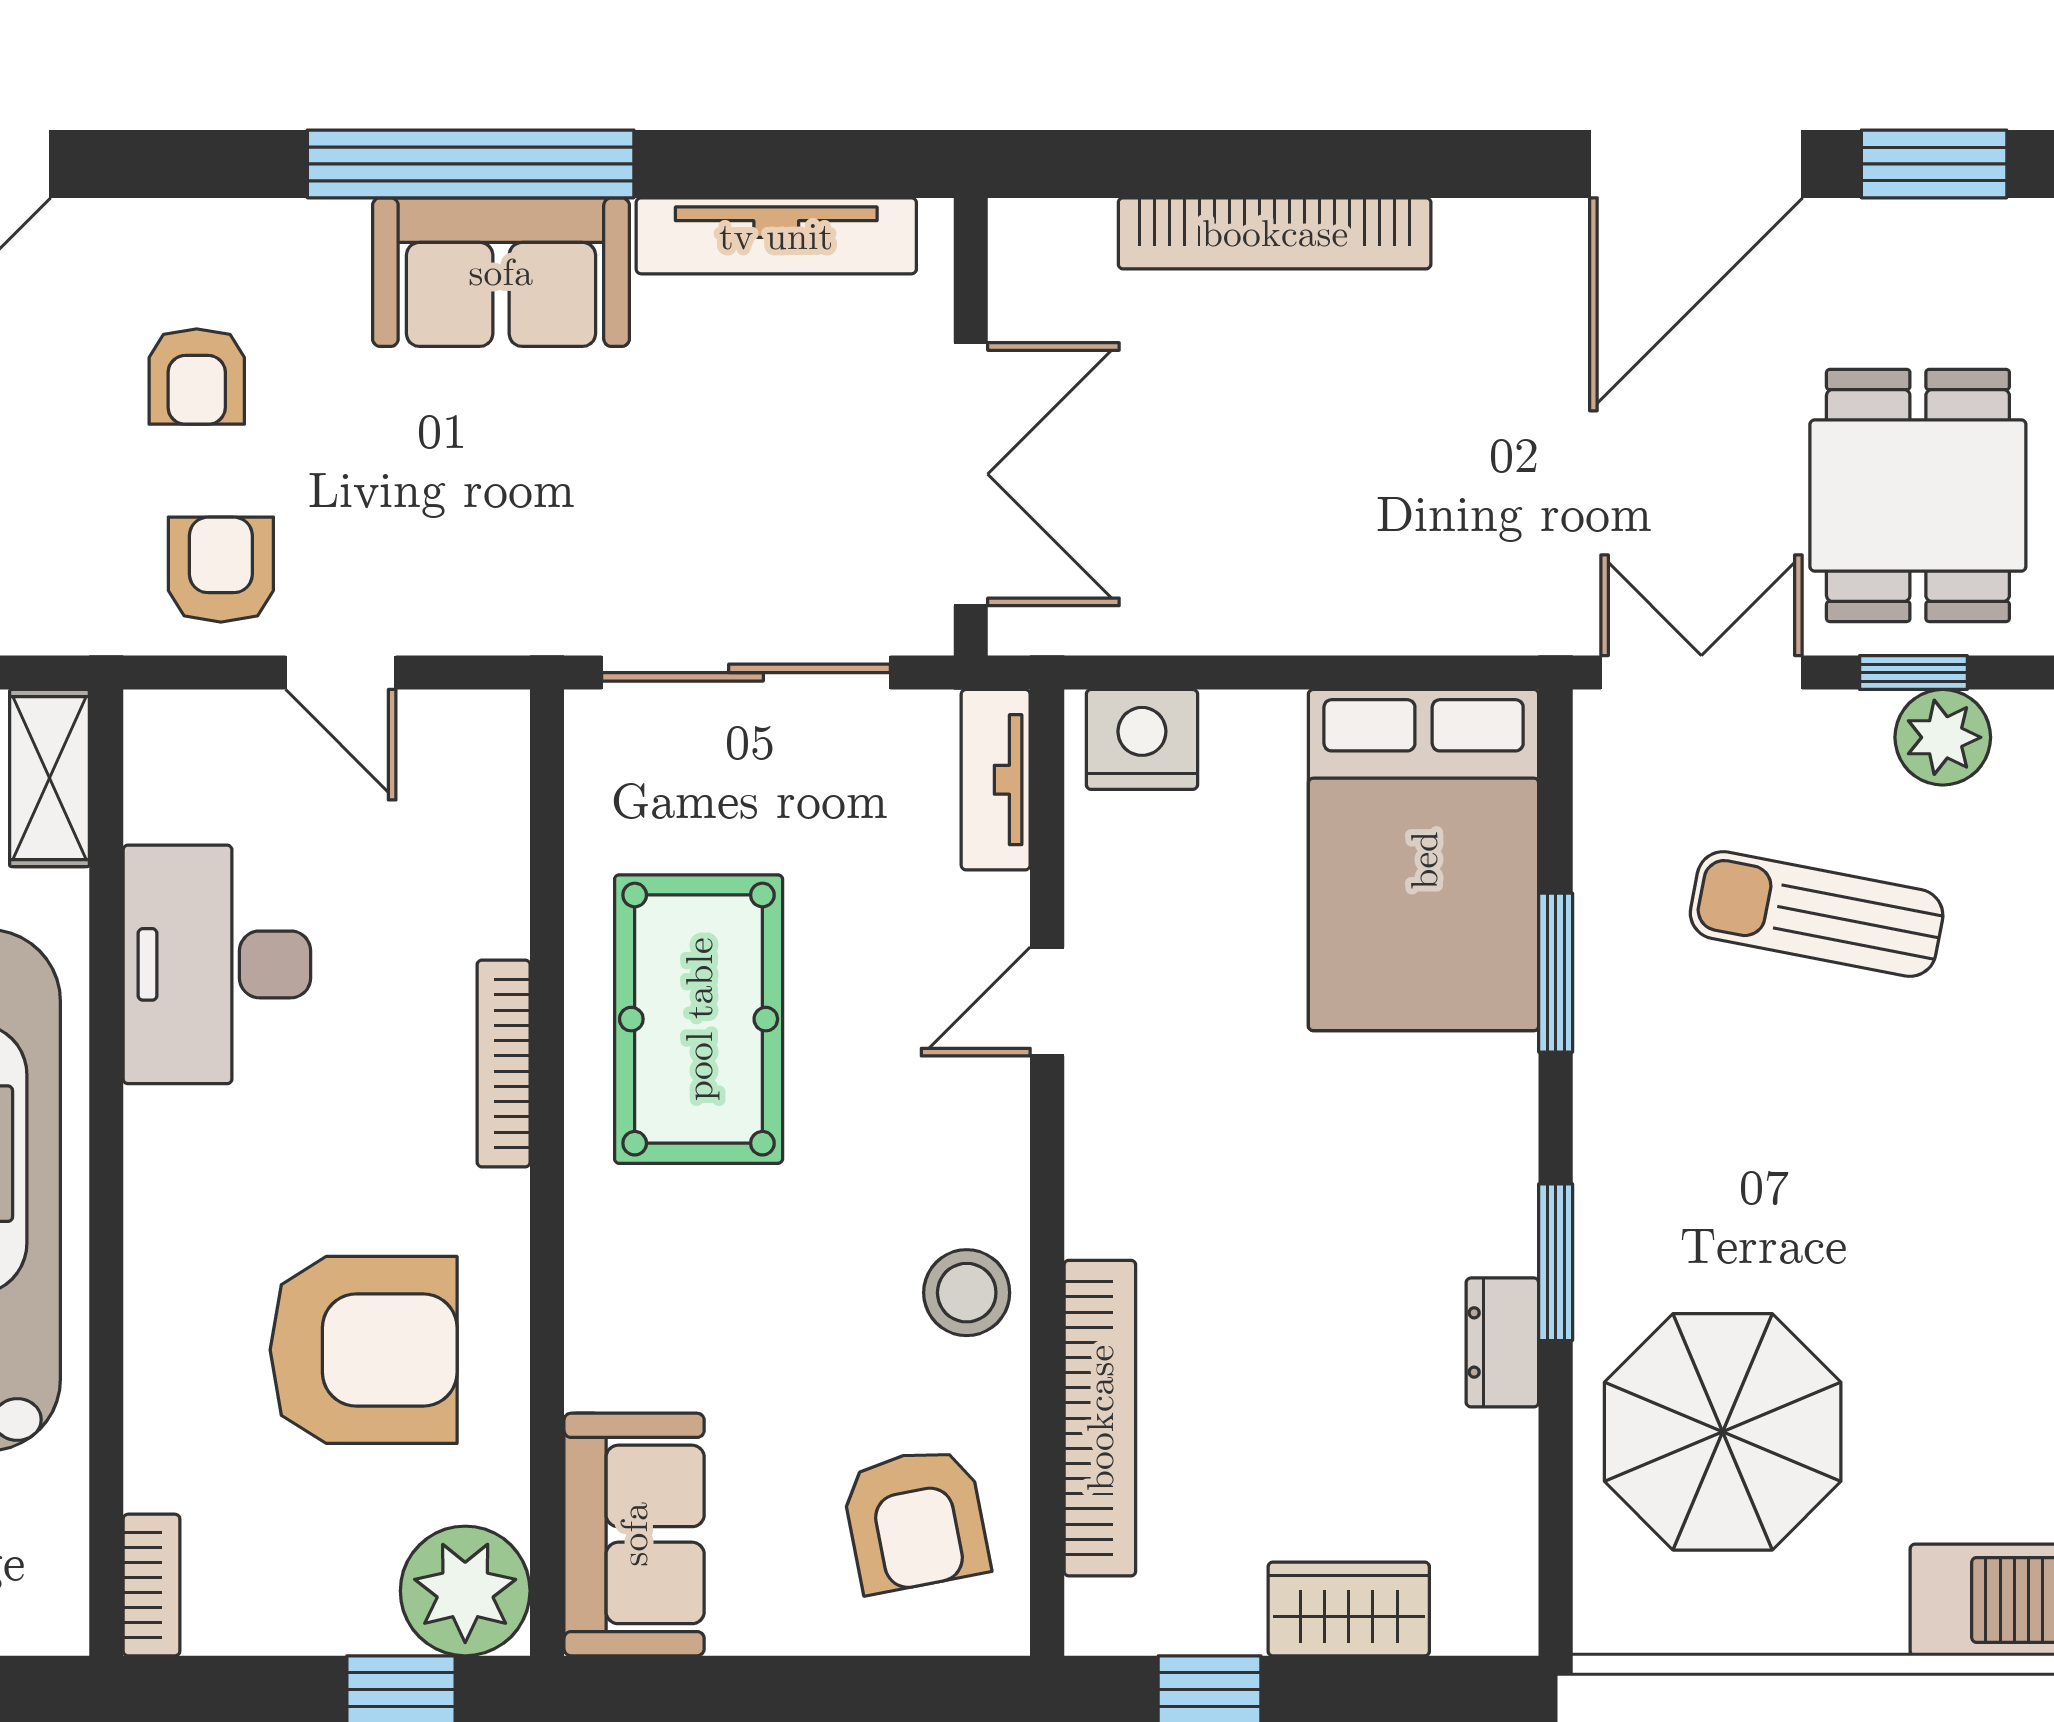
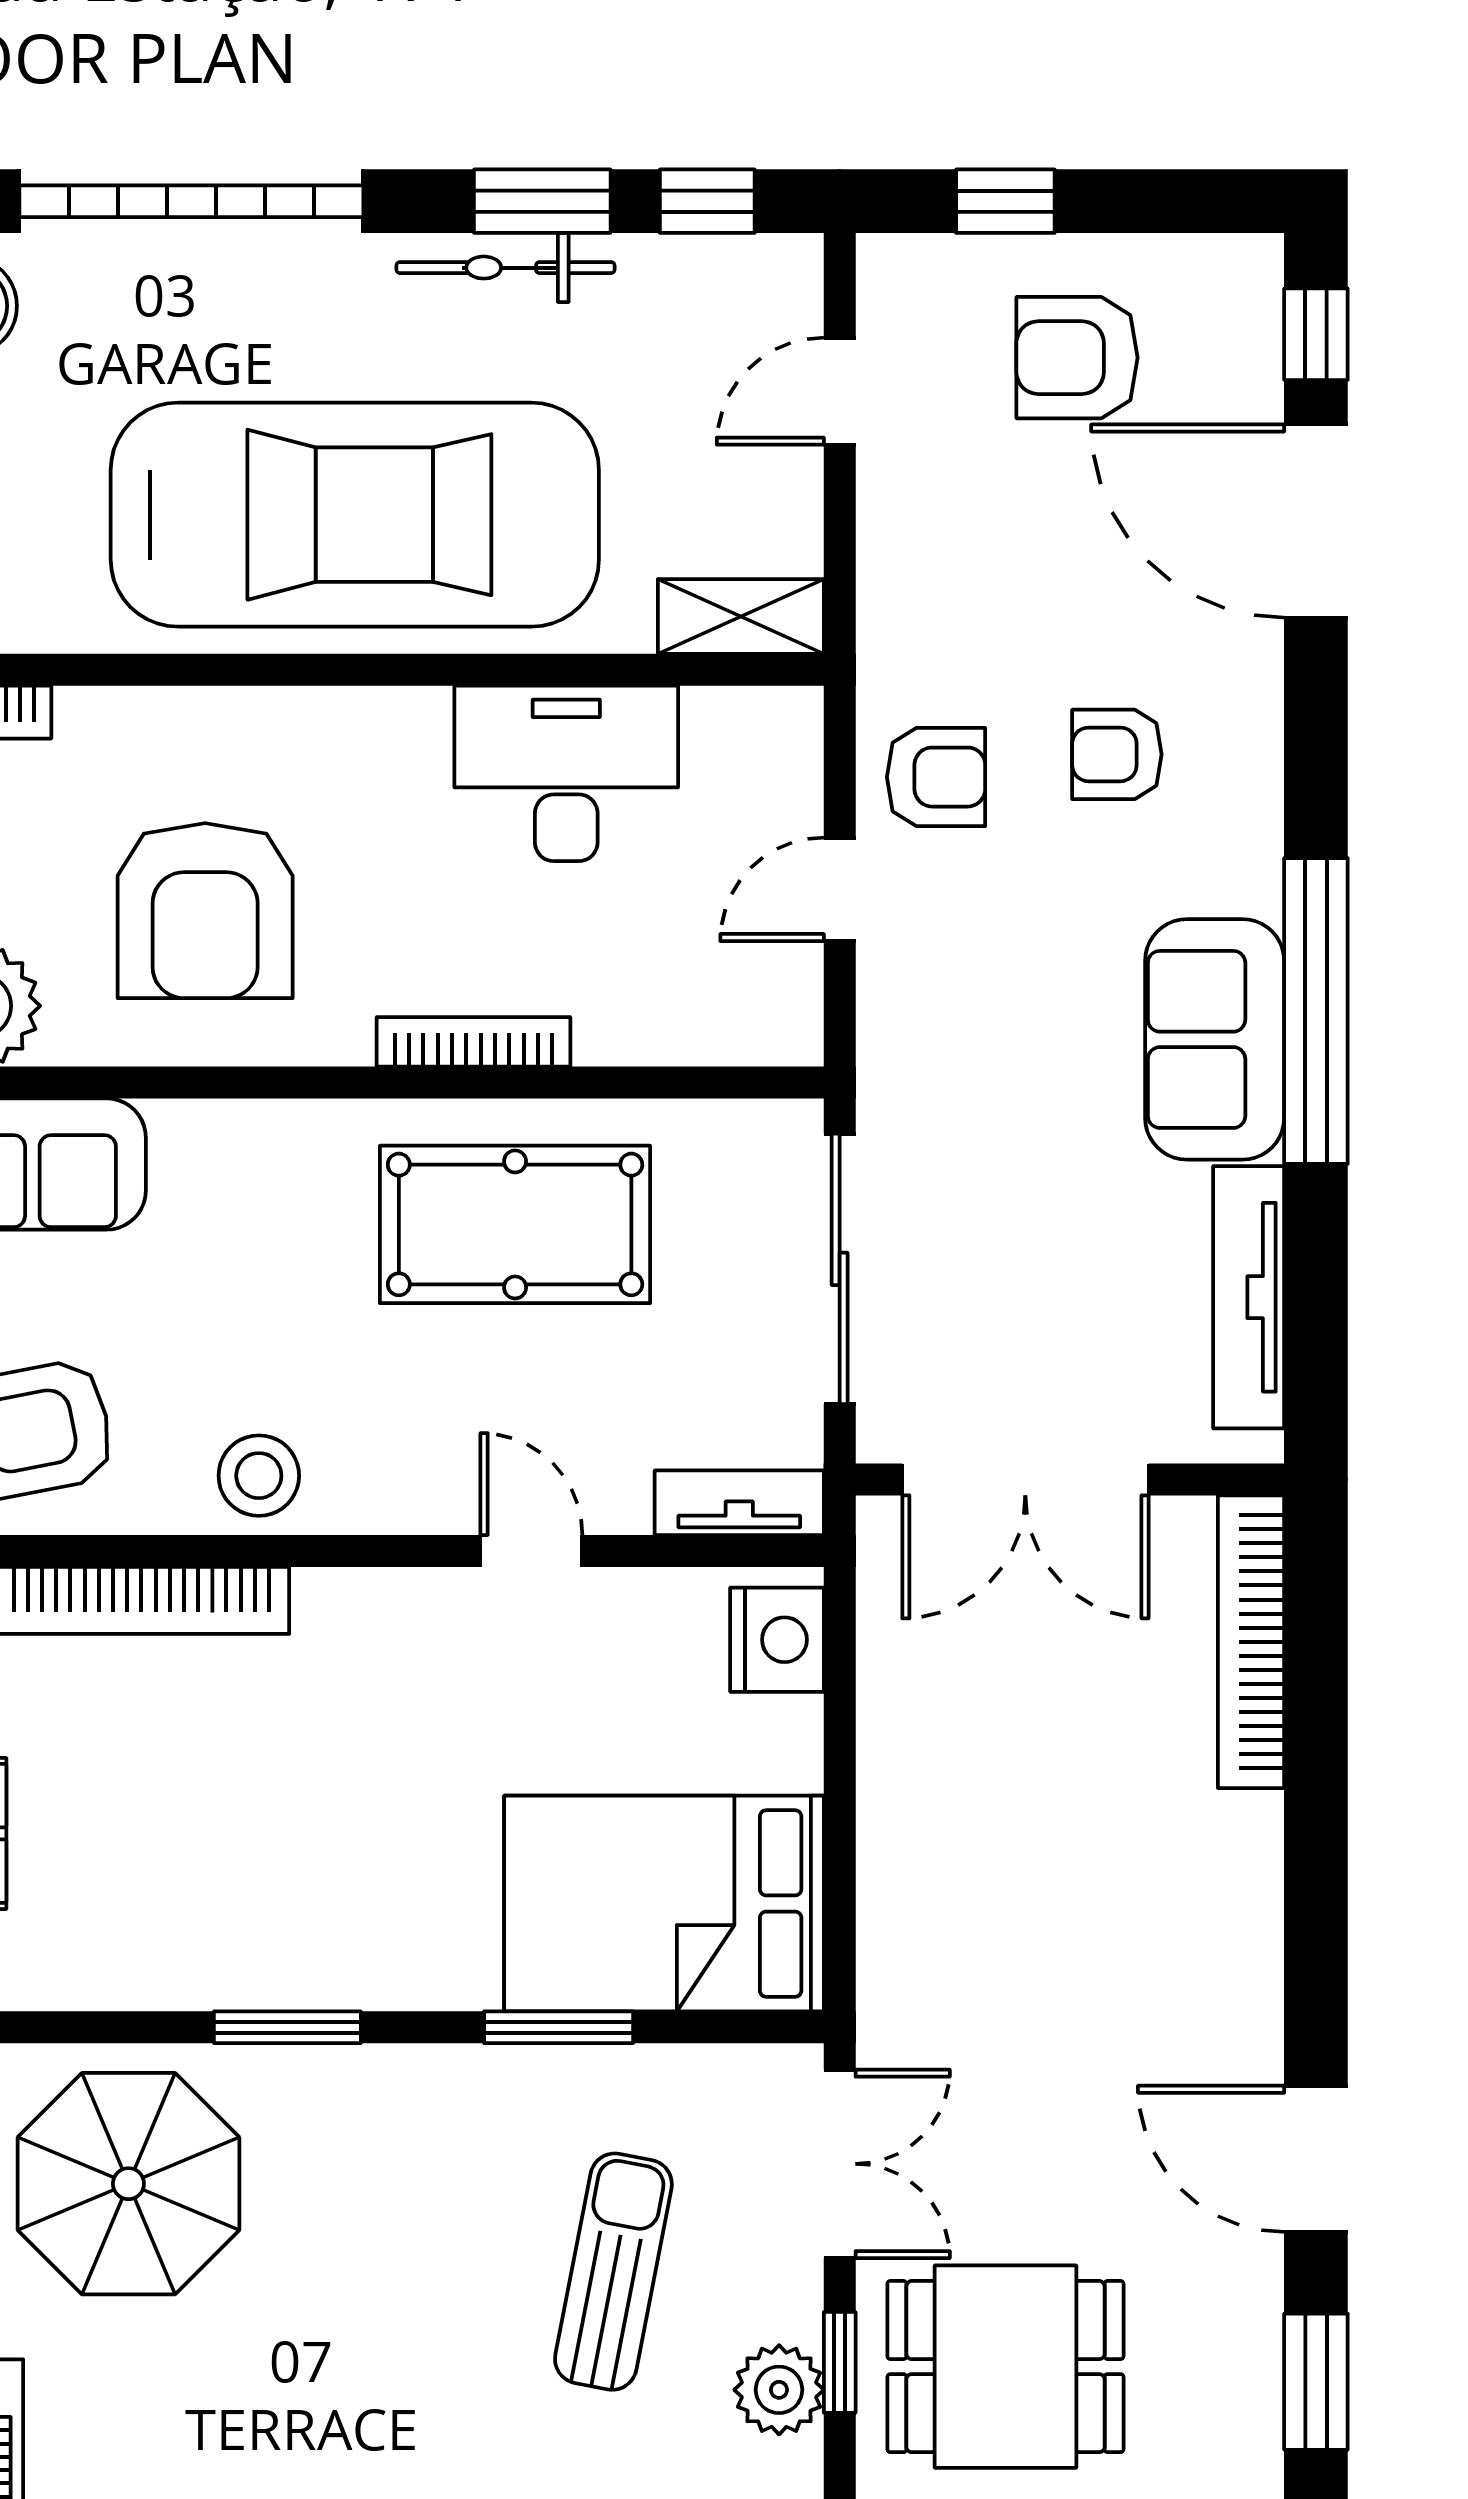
door: (1696, 164) -> (1316, 2159), width x0.73
bookcase: (1275, 233) -> (1251, 1642), moved
dresser: (1502, 1342) -> (212, 1977), removed

